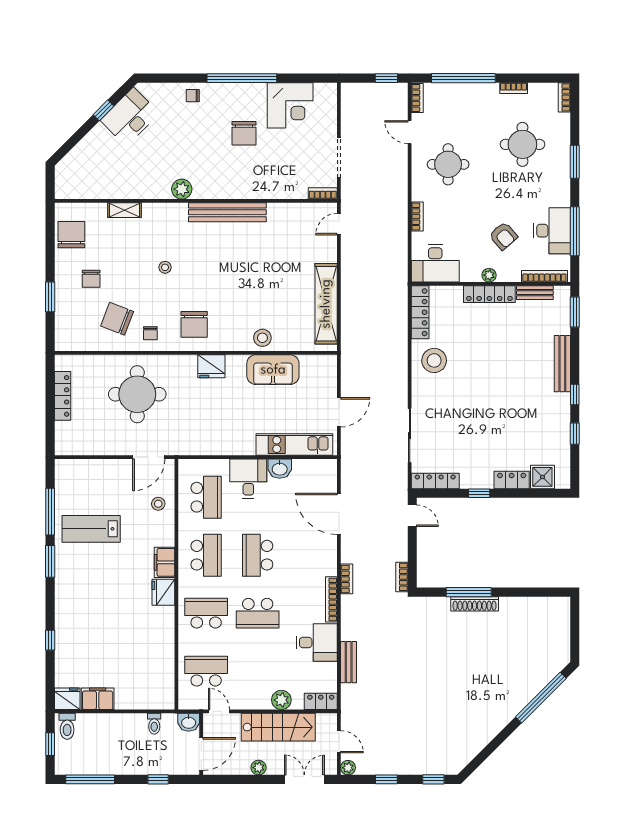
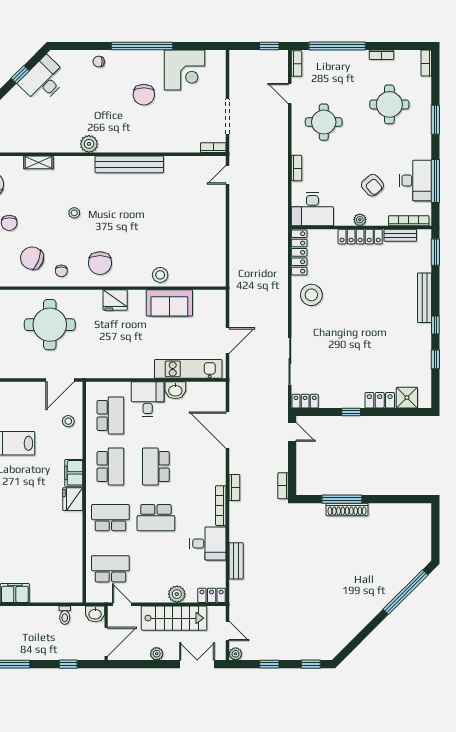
shelving: (326, 304) -> (216, 245), removed
locker: (435, 481) -> (305, 401), width x0.66

